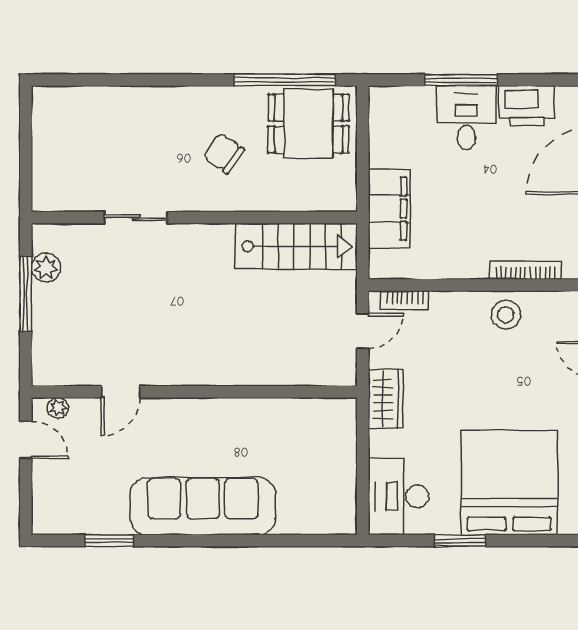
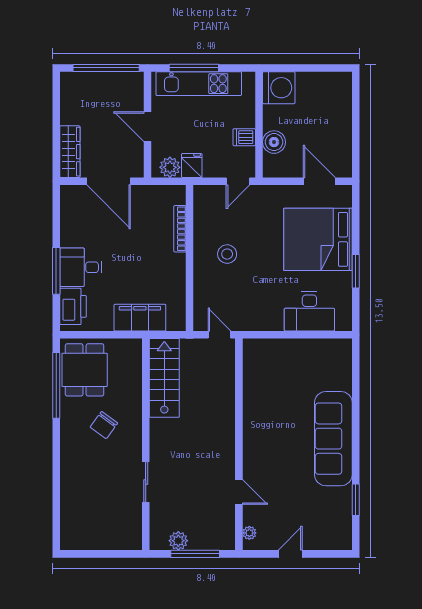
printer: (527, 106) -> (73, 306), moved
bookcase: (405, 300) -> (199, 307), removed
stool: (506, 315) -> (227, 254), moved
door: (121, 392) -> (239, 492), moved
wall: (194, 392) -> (239, 444), moved
wardrobe: (386, 399) -> (264, 320), removed
plant: (58, 408) -> (249, 533), moved
desk: (399, 497) -> (309, 311), moved

